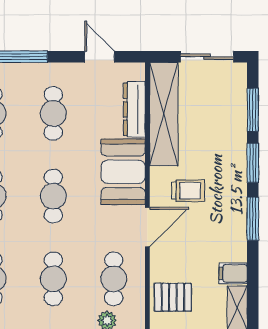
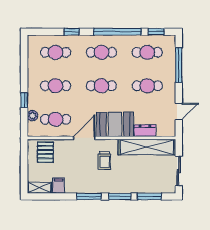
dresser: (134, 109) -> (145, 131), width x0.70
door: (147, 227) -> (84, 138), swing flipped

